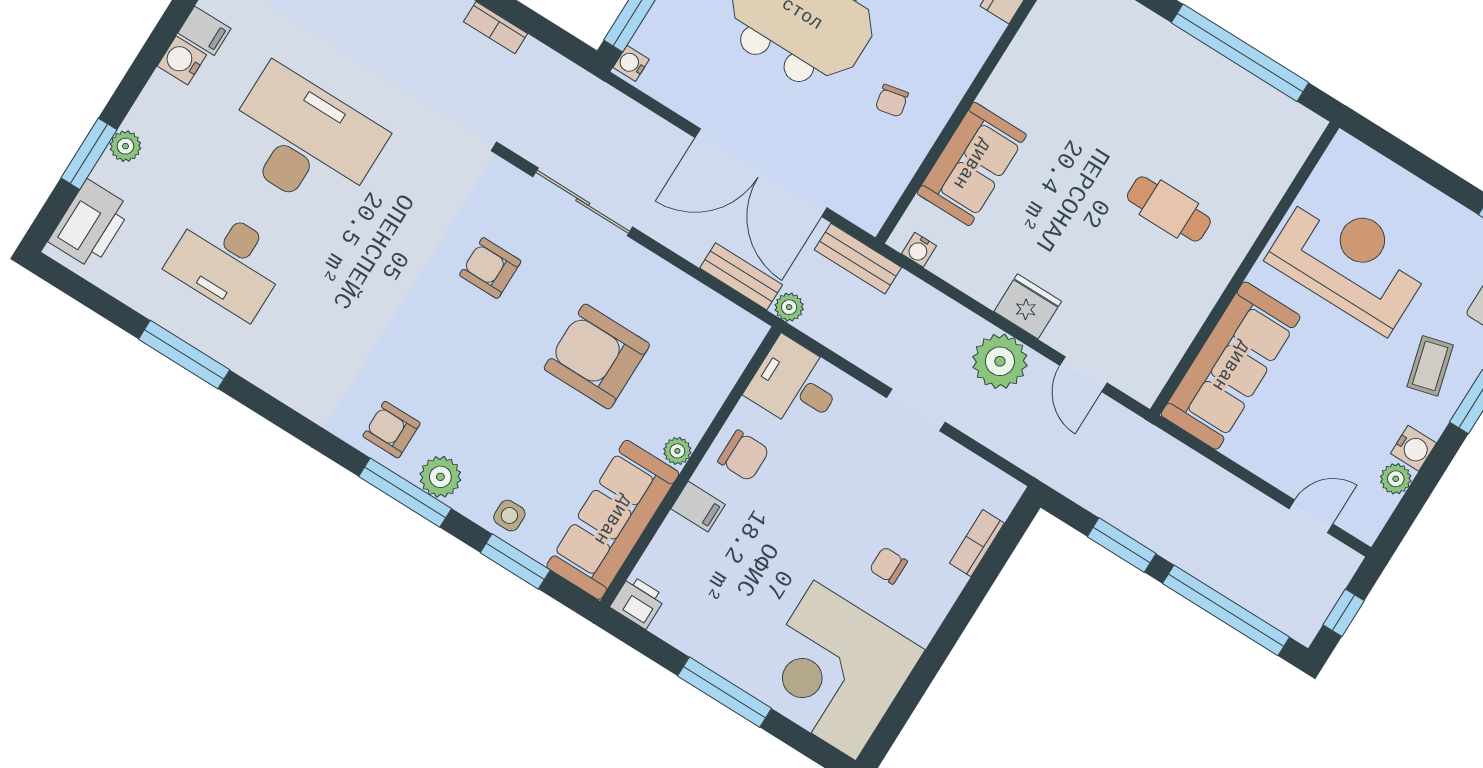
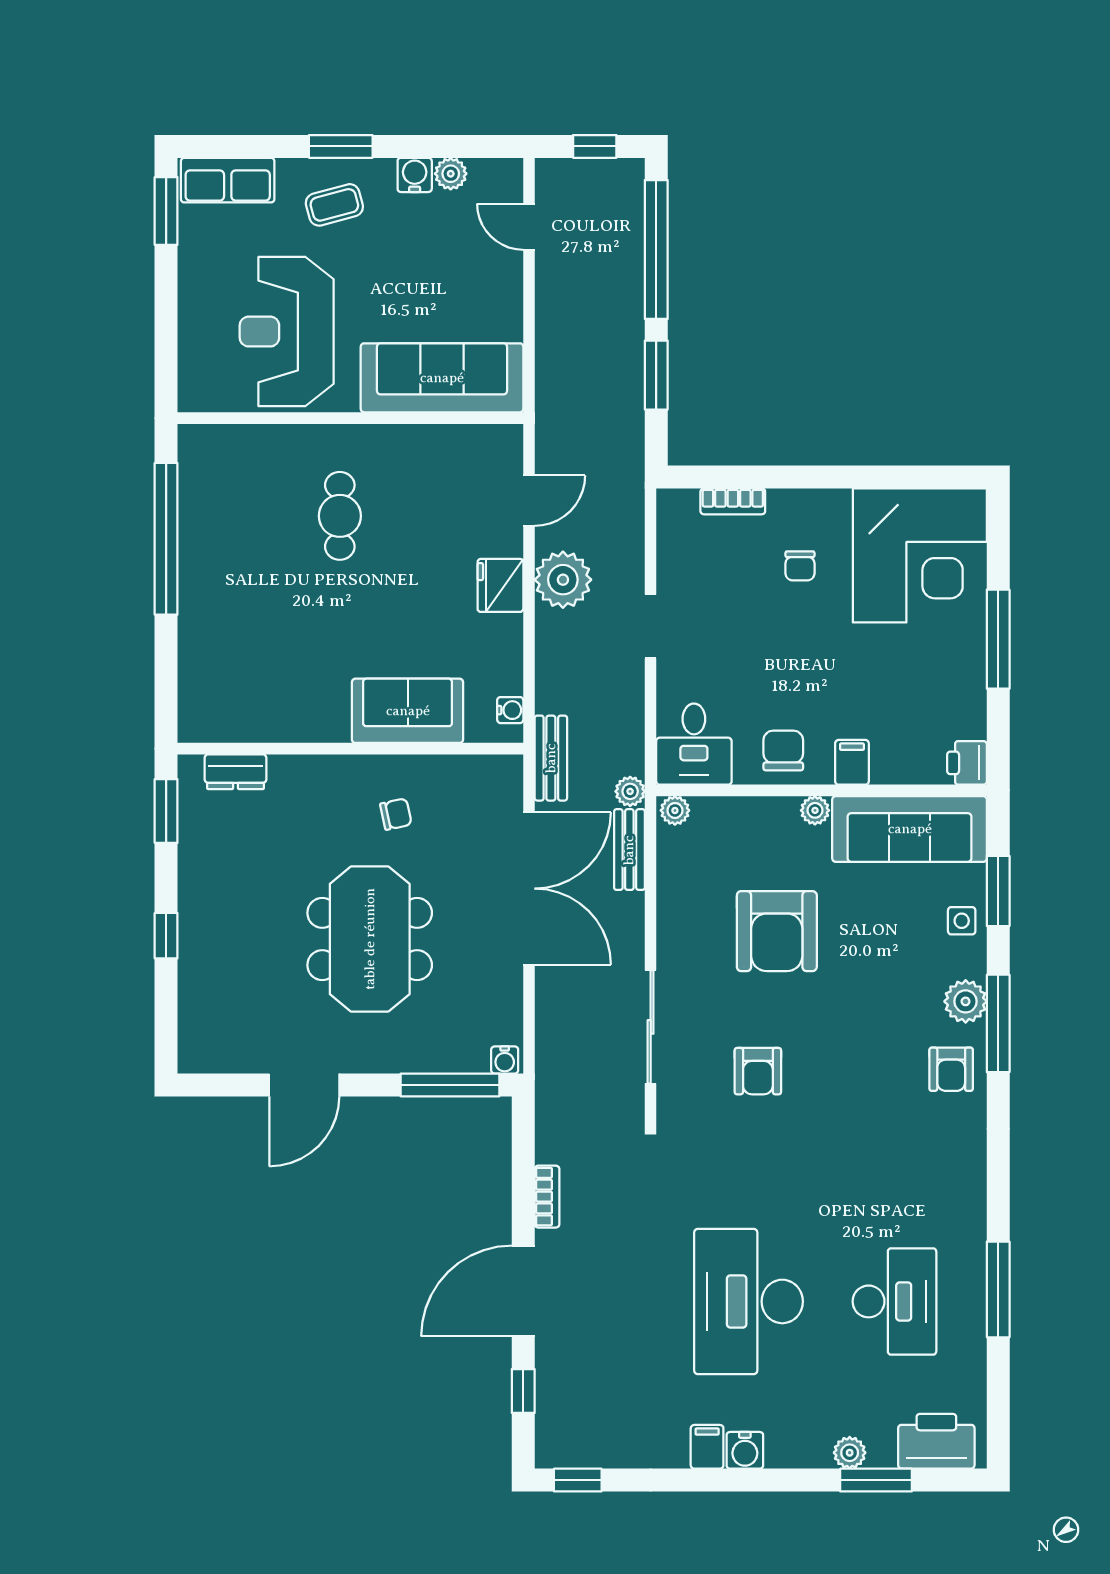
plant: (750, 334) -> (675, 810), added

